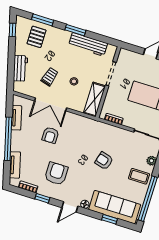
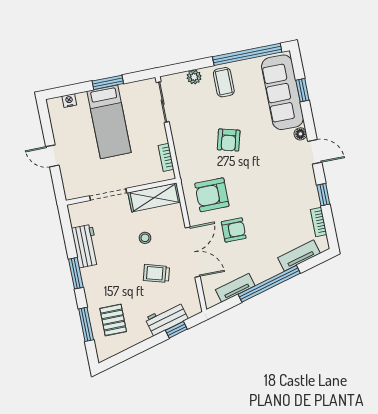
window: (12, 30) -> (176, 330), moved
pallet: (37, 37) -> (113, 320), turned 90
workbench: (88, 44) -> (86, 246), width x0.73
armchair: (56, 174) -> (212, 195), moved

